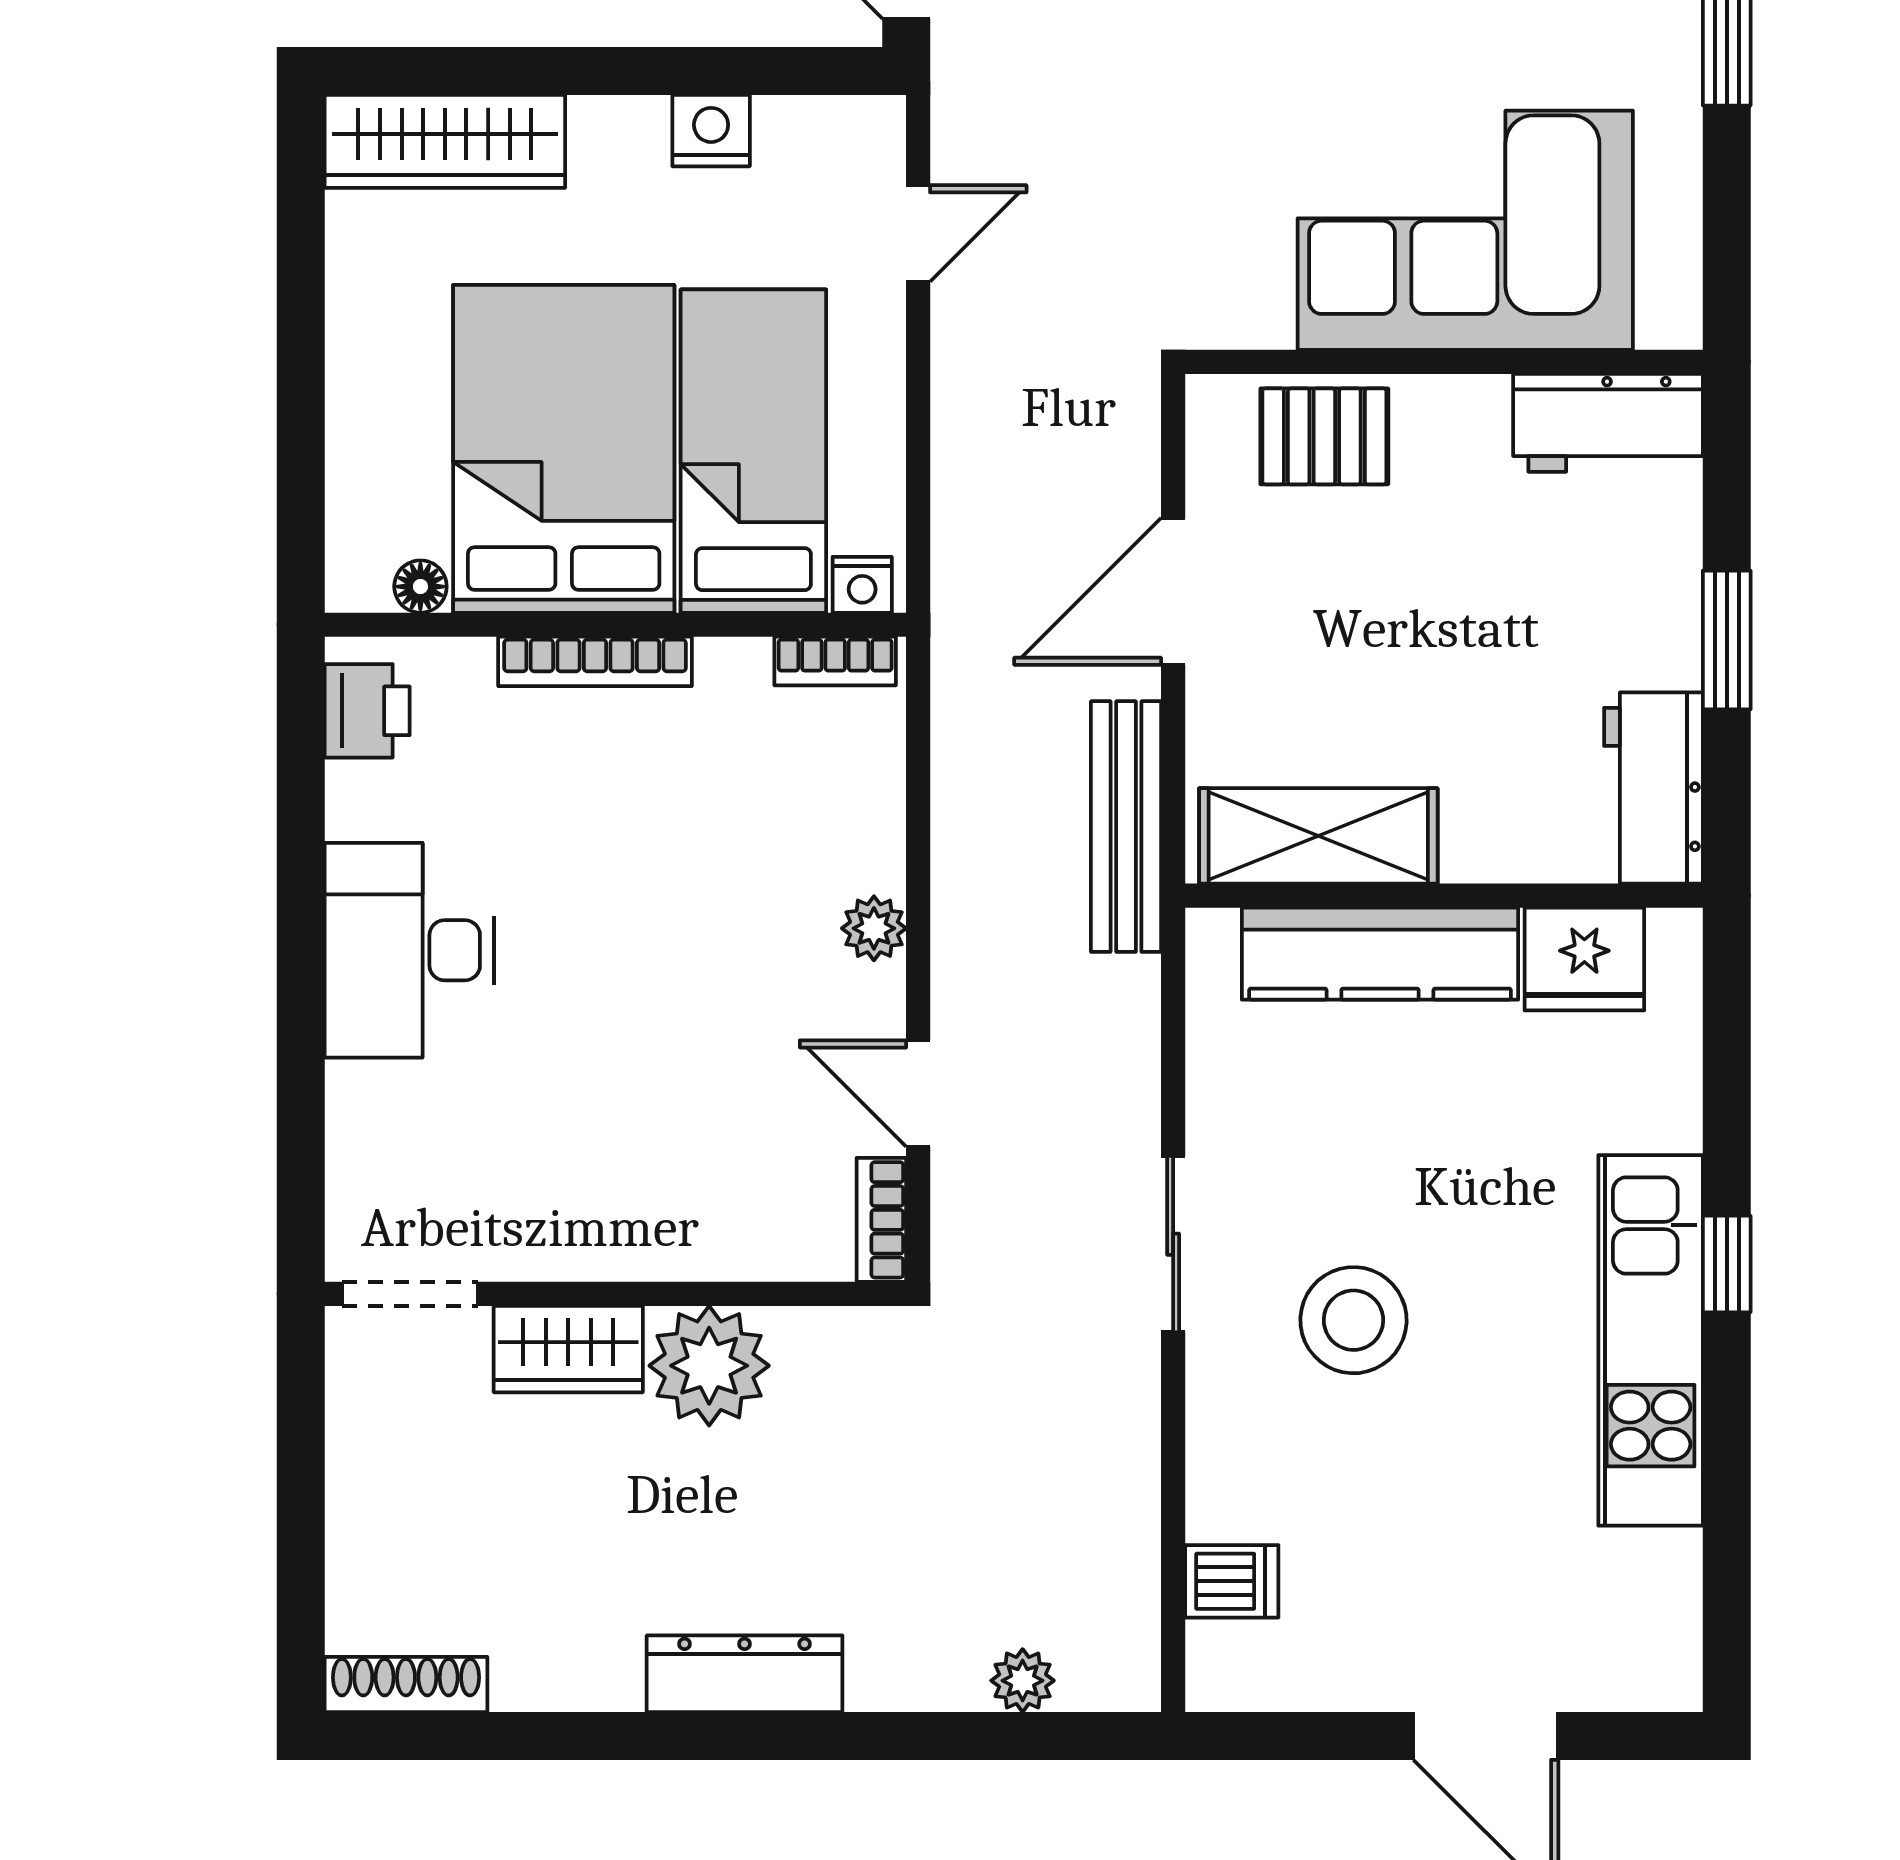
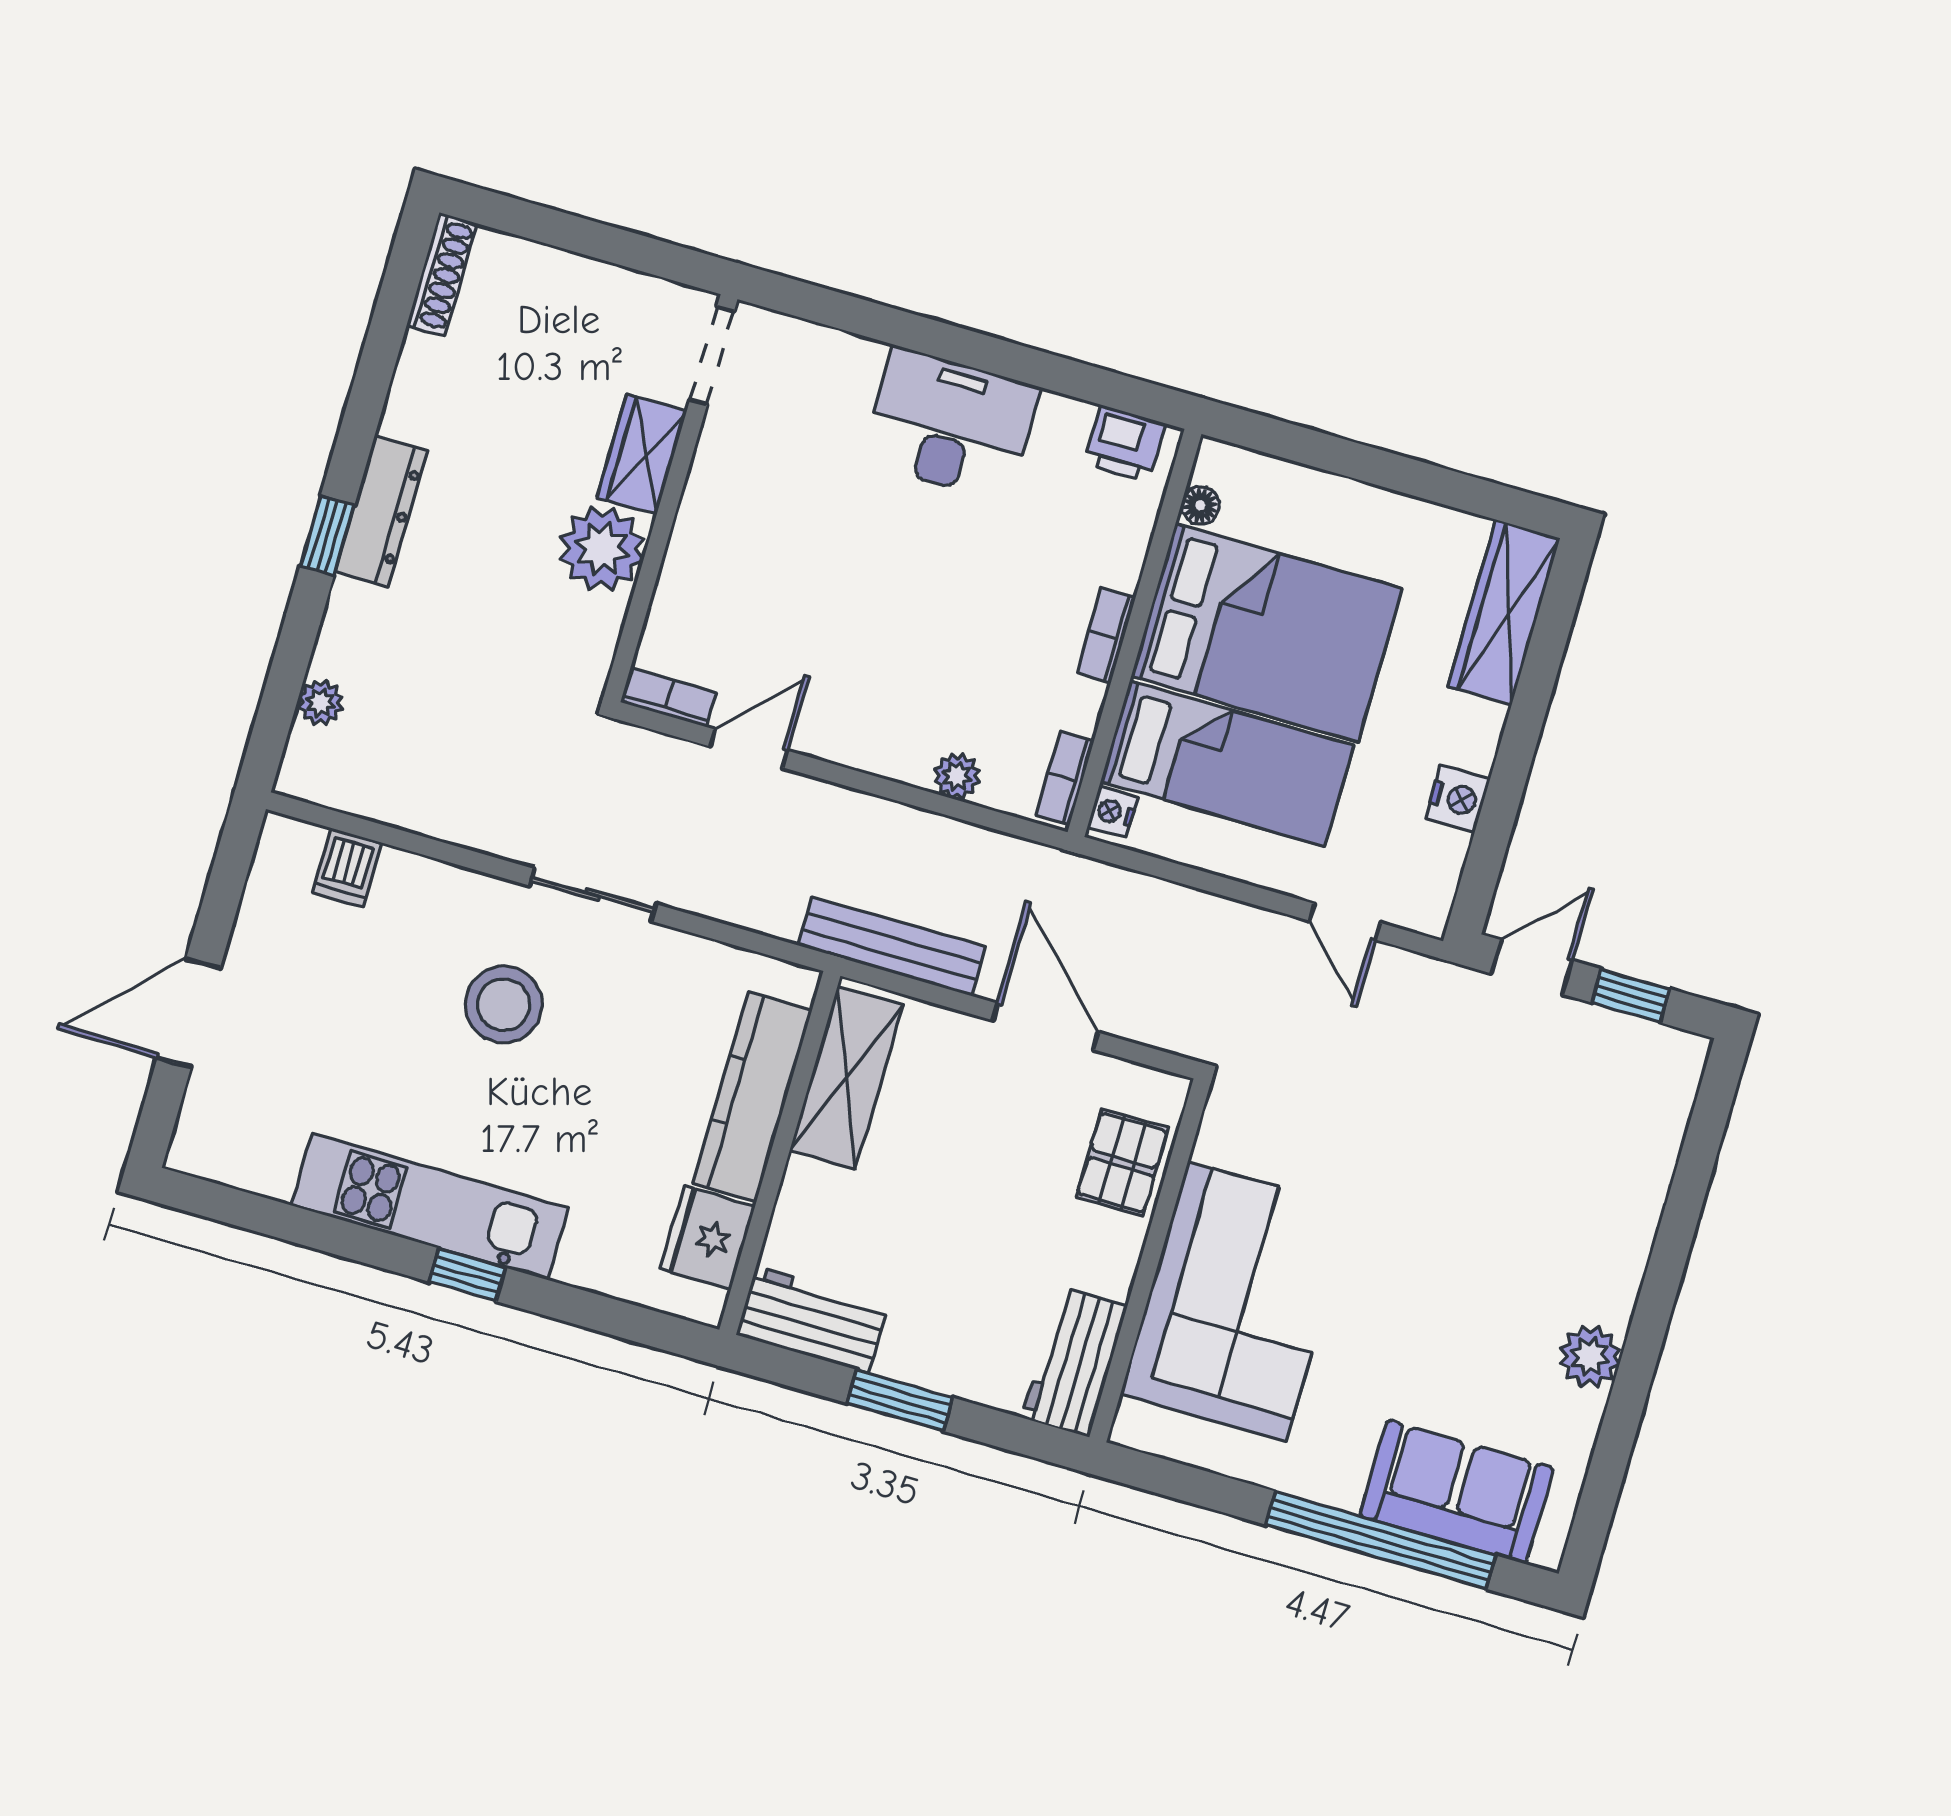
bookcase: (595, 661) -> (1106, 636), width x0.64
plant: (874, 928) -> (957, 776), moved
window: (798, 1736) -> (327, 536), added

